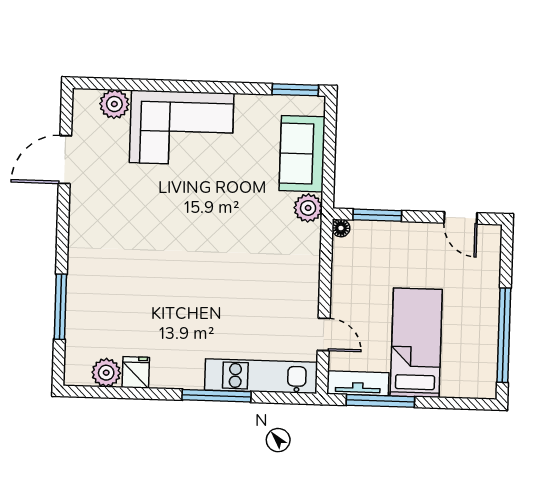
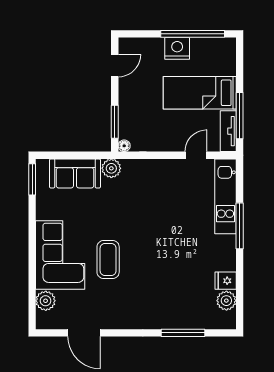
coffee table: (173, 199) -> (108, 260), added
nightstand: (483, 311) -> (177, 48), added

